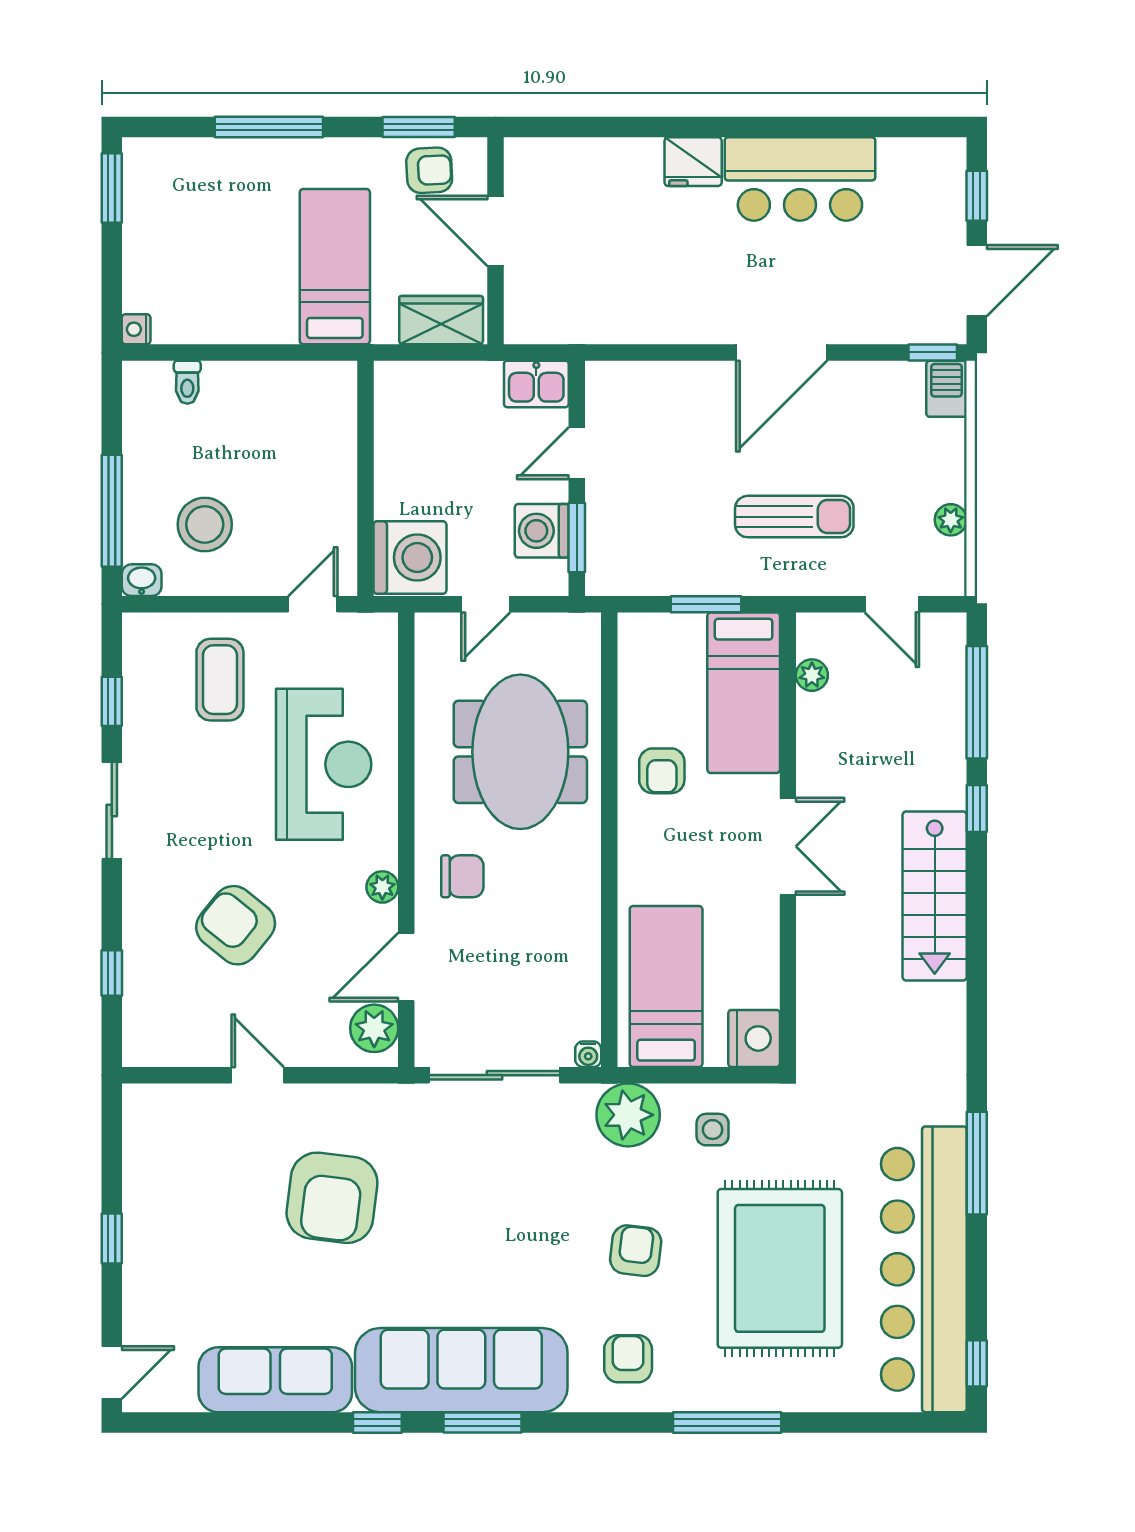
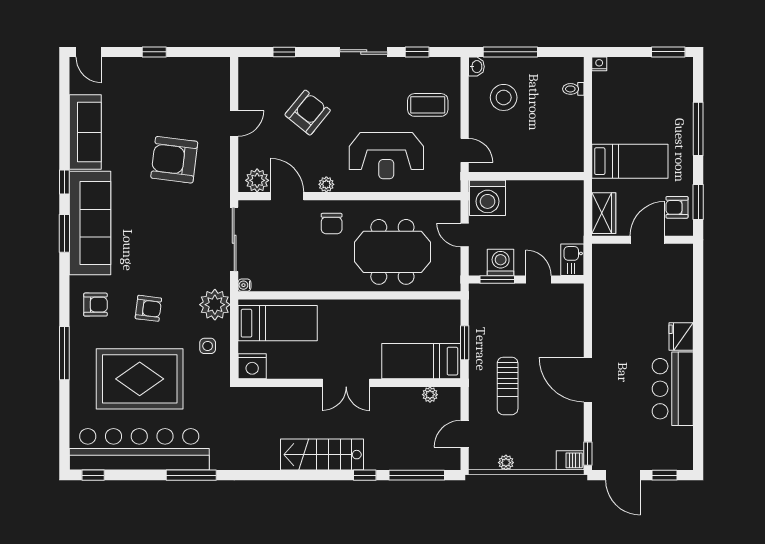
armchair: (429, 170) -> (677, 207), turned 93
armchair: (662, 771) -> (383, 321), removed

